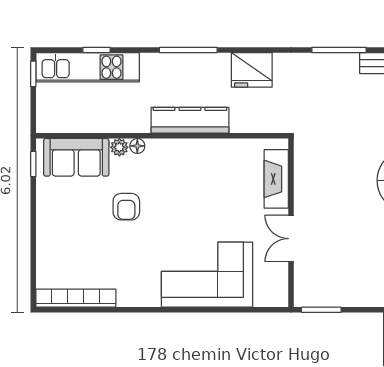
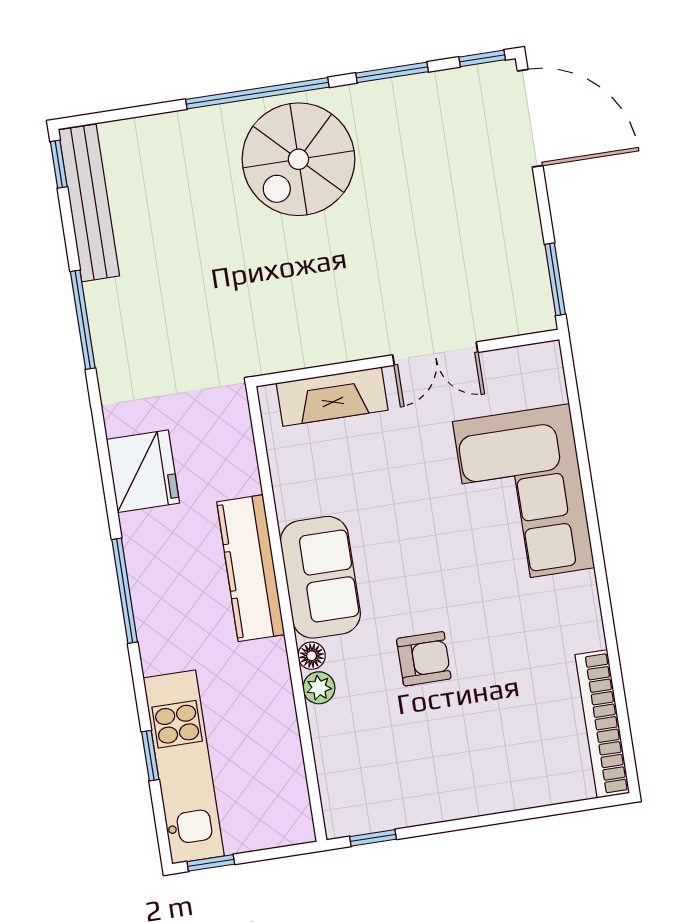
sofa: (76, 157) -> (320, 577), moved

